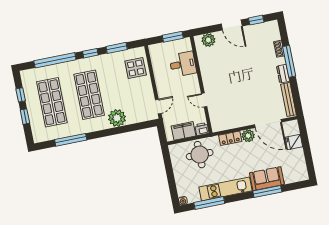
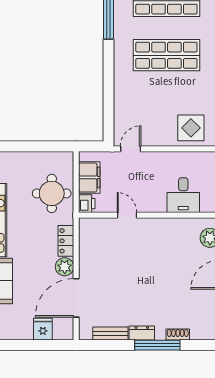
bench: (288, 99) -> (110, 333), width x0.73
door: (204, 100) -> (127, 215), hinge flipped
door: (158, 107) -> (131, 149), swing flipped
plant: (117, 118) -> (126, 88), removed

